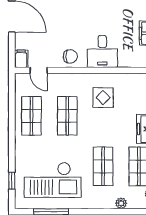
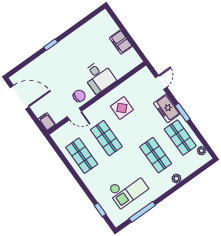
door: (39, 70) -> (74, 114), moved
checkout: (53, 180) -> (128, 189), width x0.73, depth x0.83
plant: (121, 203) -> (176, 179), moved

